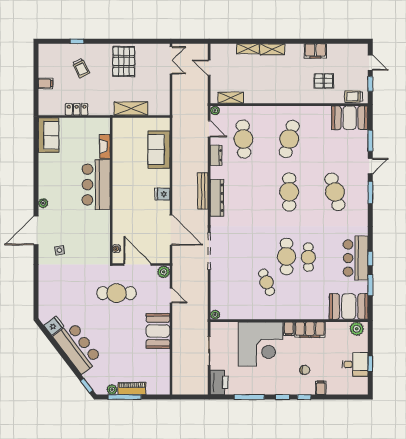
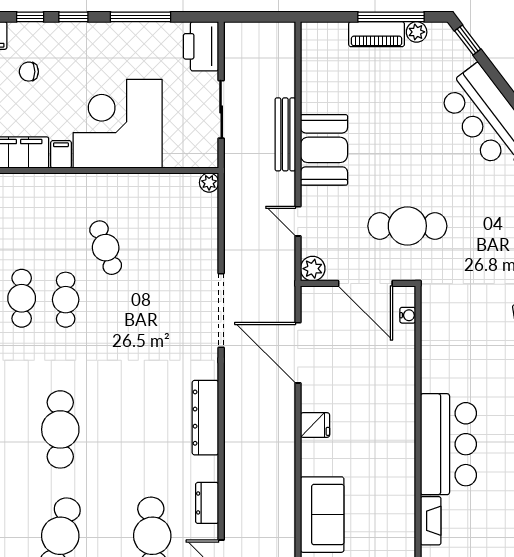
bench: (203, 191) -> (285, 134), moved
cafe table: (287, 256) -> (66, 300), width x0.73, depth x0.74

